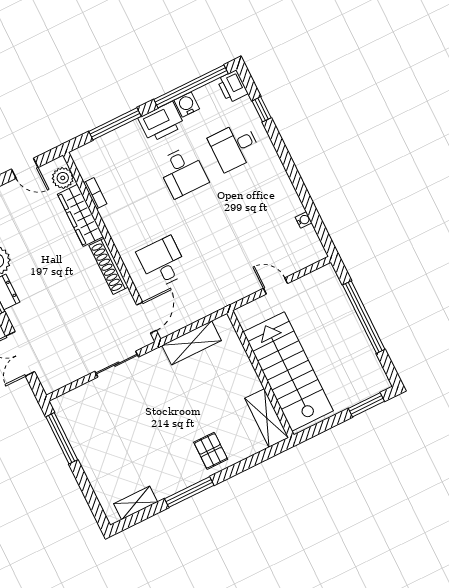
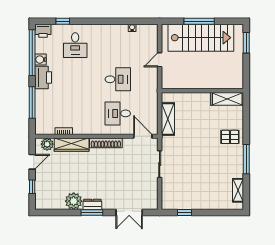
desk: (183, 172) -> (118, 79), moved
window: (364, 317) -> (199, 21), width x0.68
stairs: (288, 371) -> (201, 38), moved, turned 180
window: (62, 438) -> (185, 212), width x0.46

